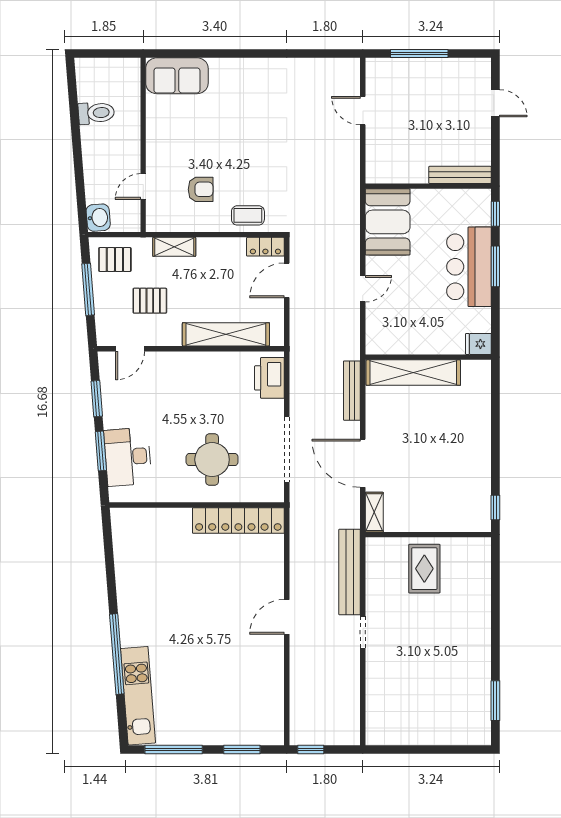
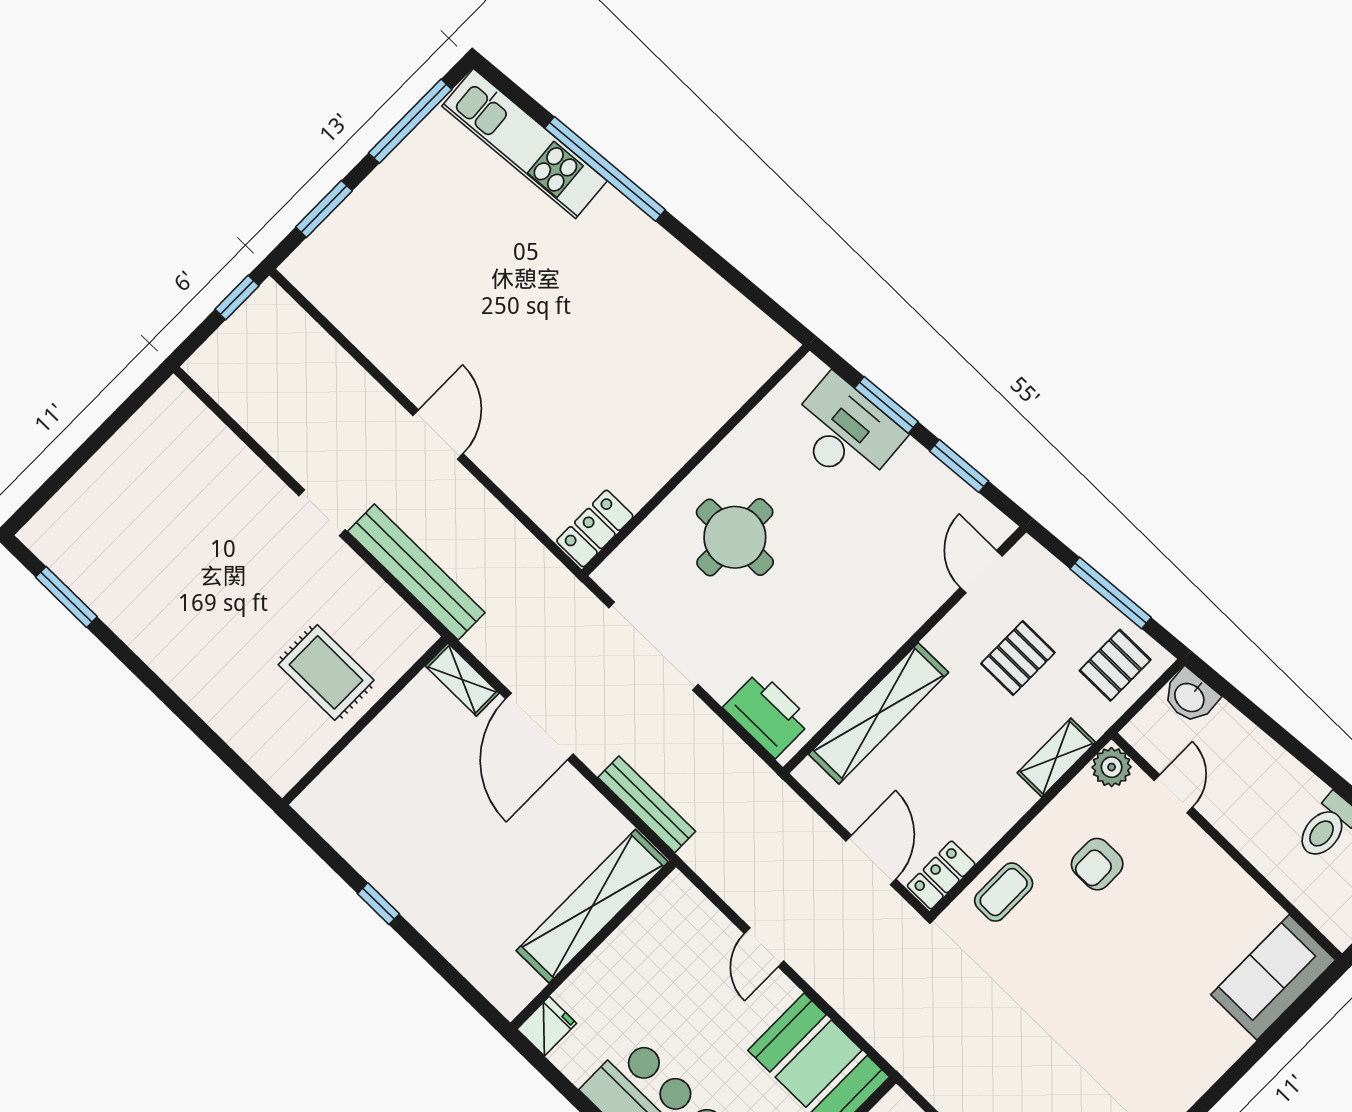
plant: (157, 221) -> (1112, 767), added
door: (363, 463) -> (539, 726), swing flipped
window: (495, 508) -> (378, 904), moved
locker: (238, 520) -> (595, 529), width x0.46, depth x0.83

